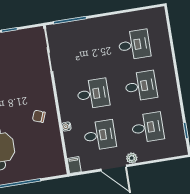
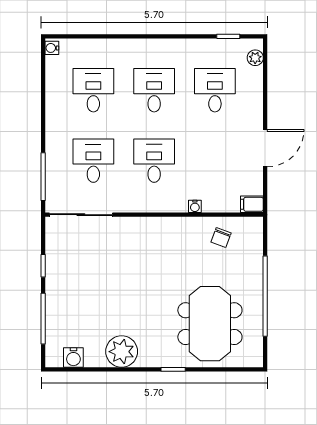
water cooler: (158, 12) -> (52, 48), added
chair: (39, 116) -> (221, 238), moved
desk: (100, 135) -> (93, 161), moved
plant: (132, 158) -> (255, 58), moved

